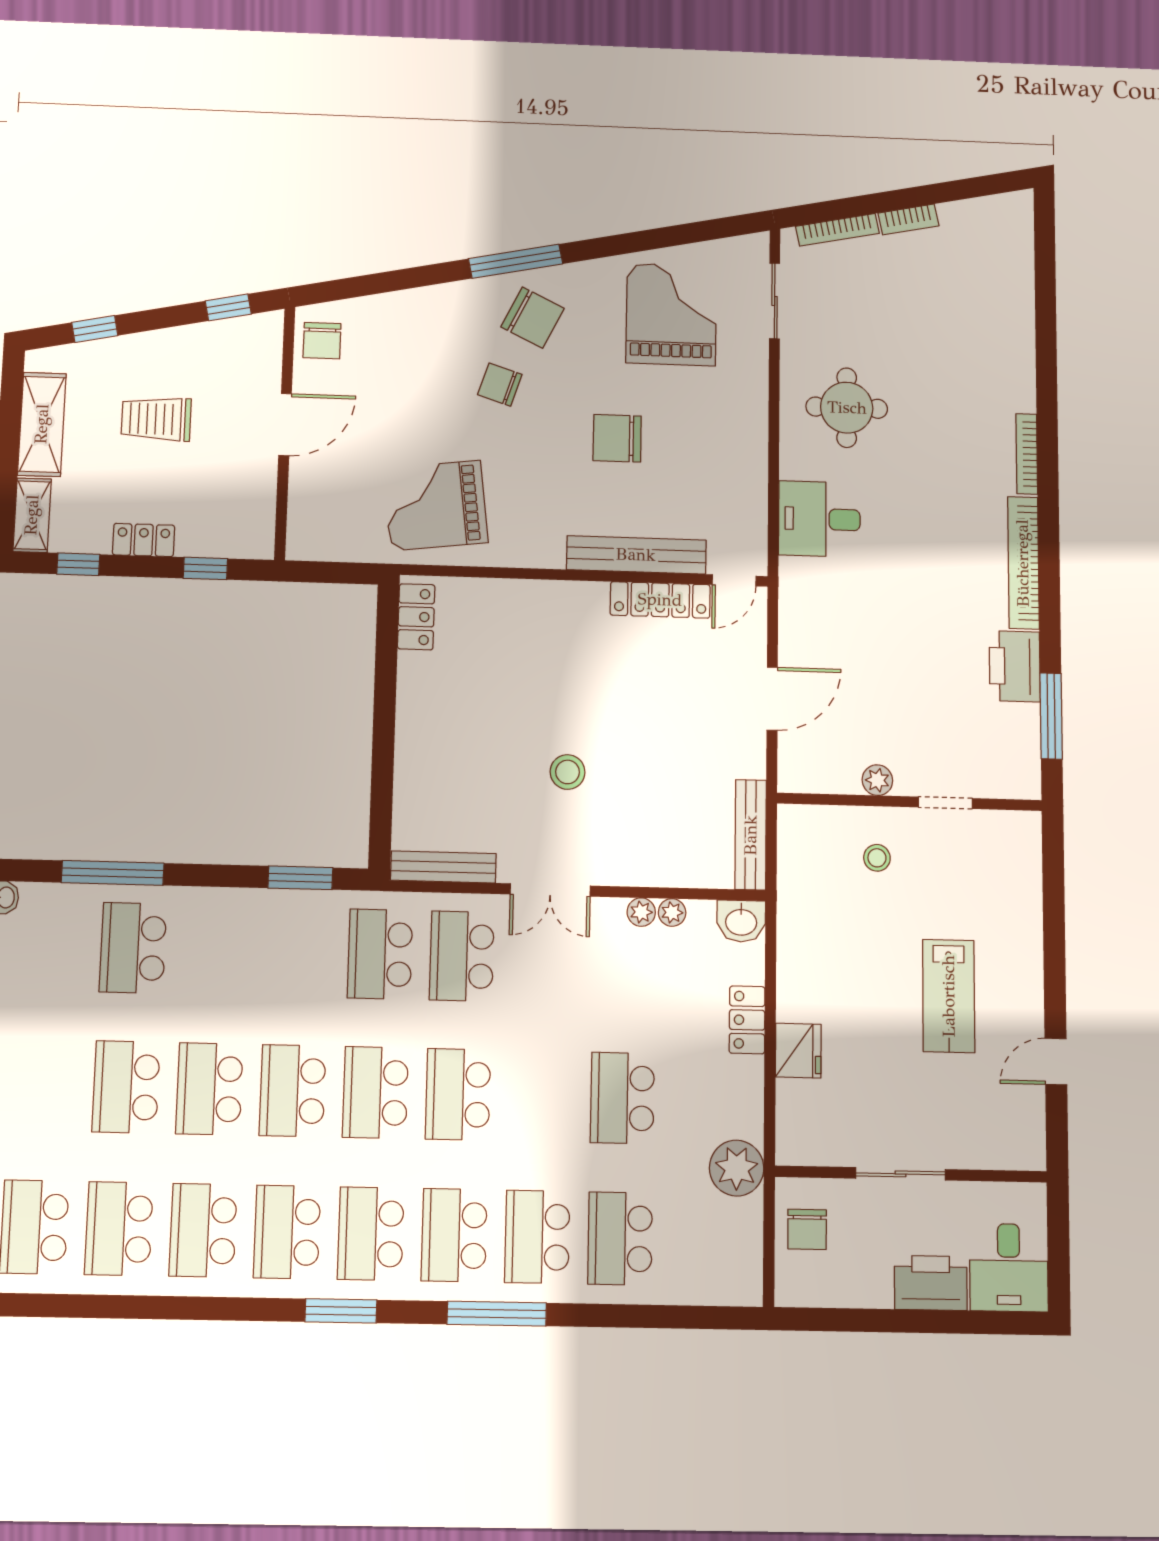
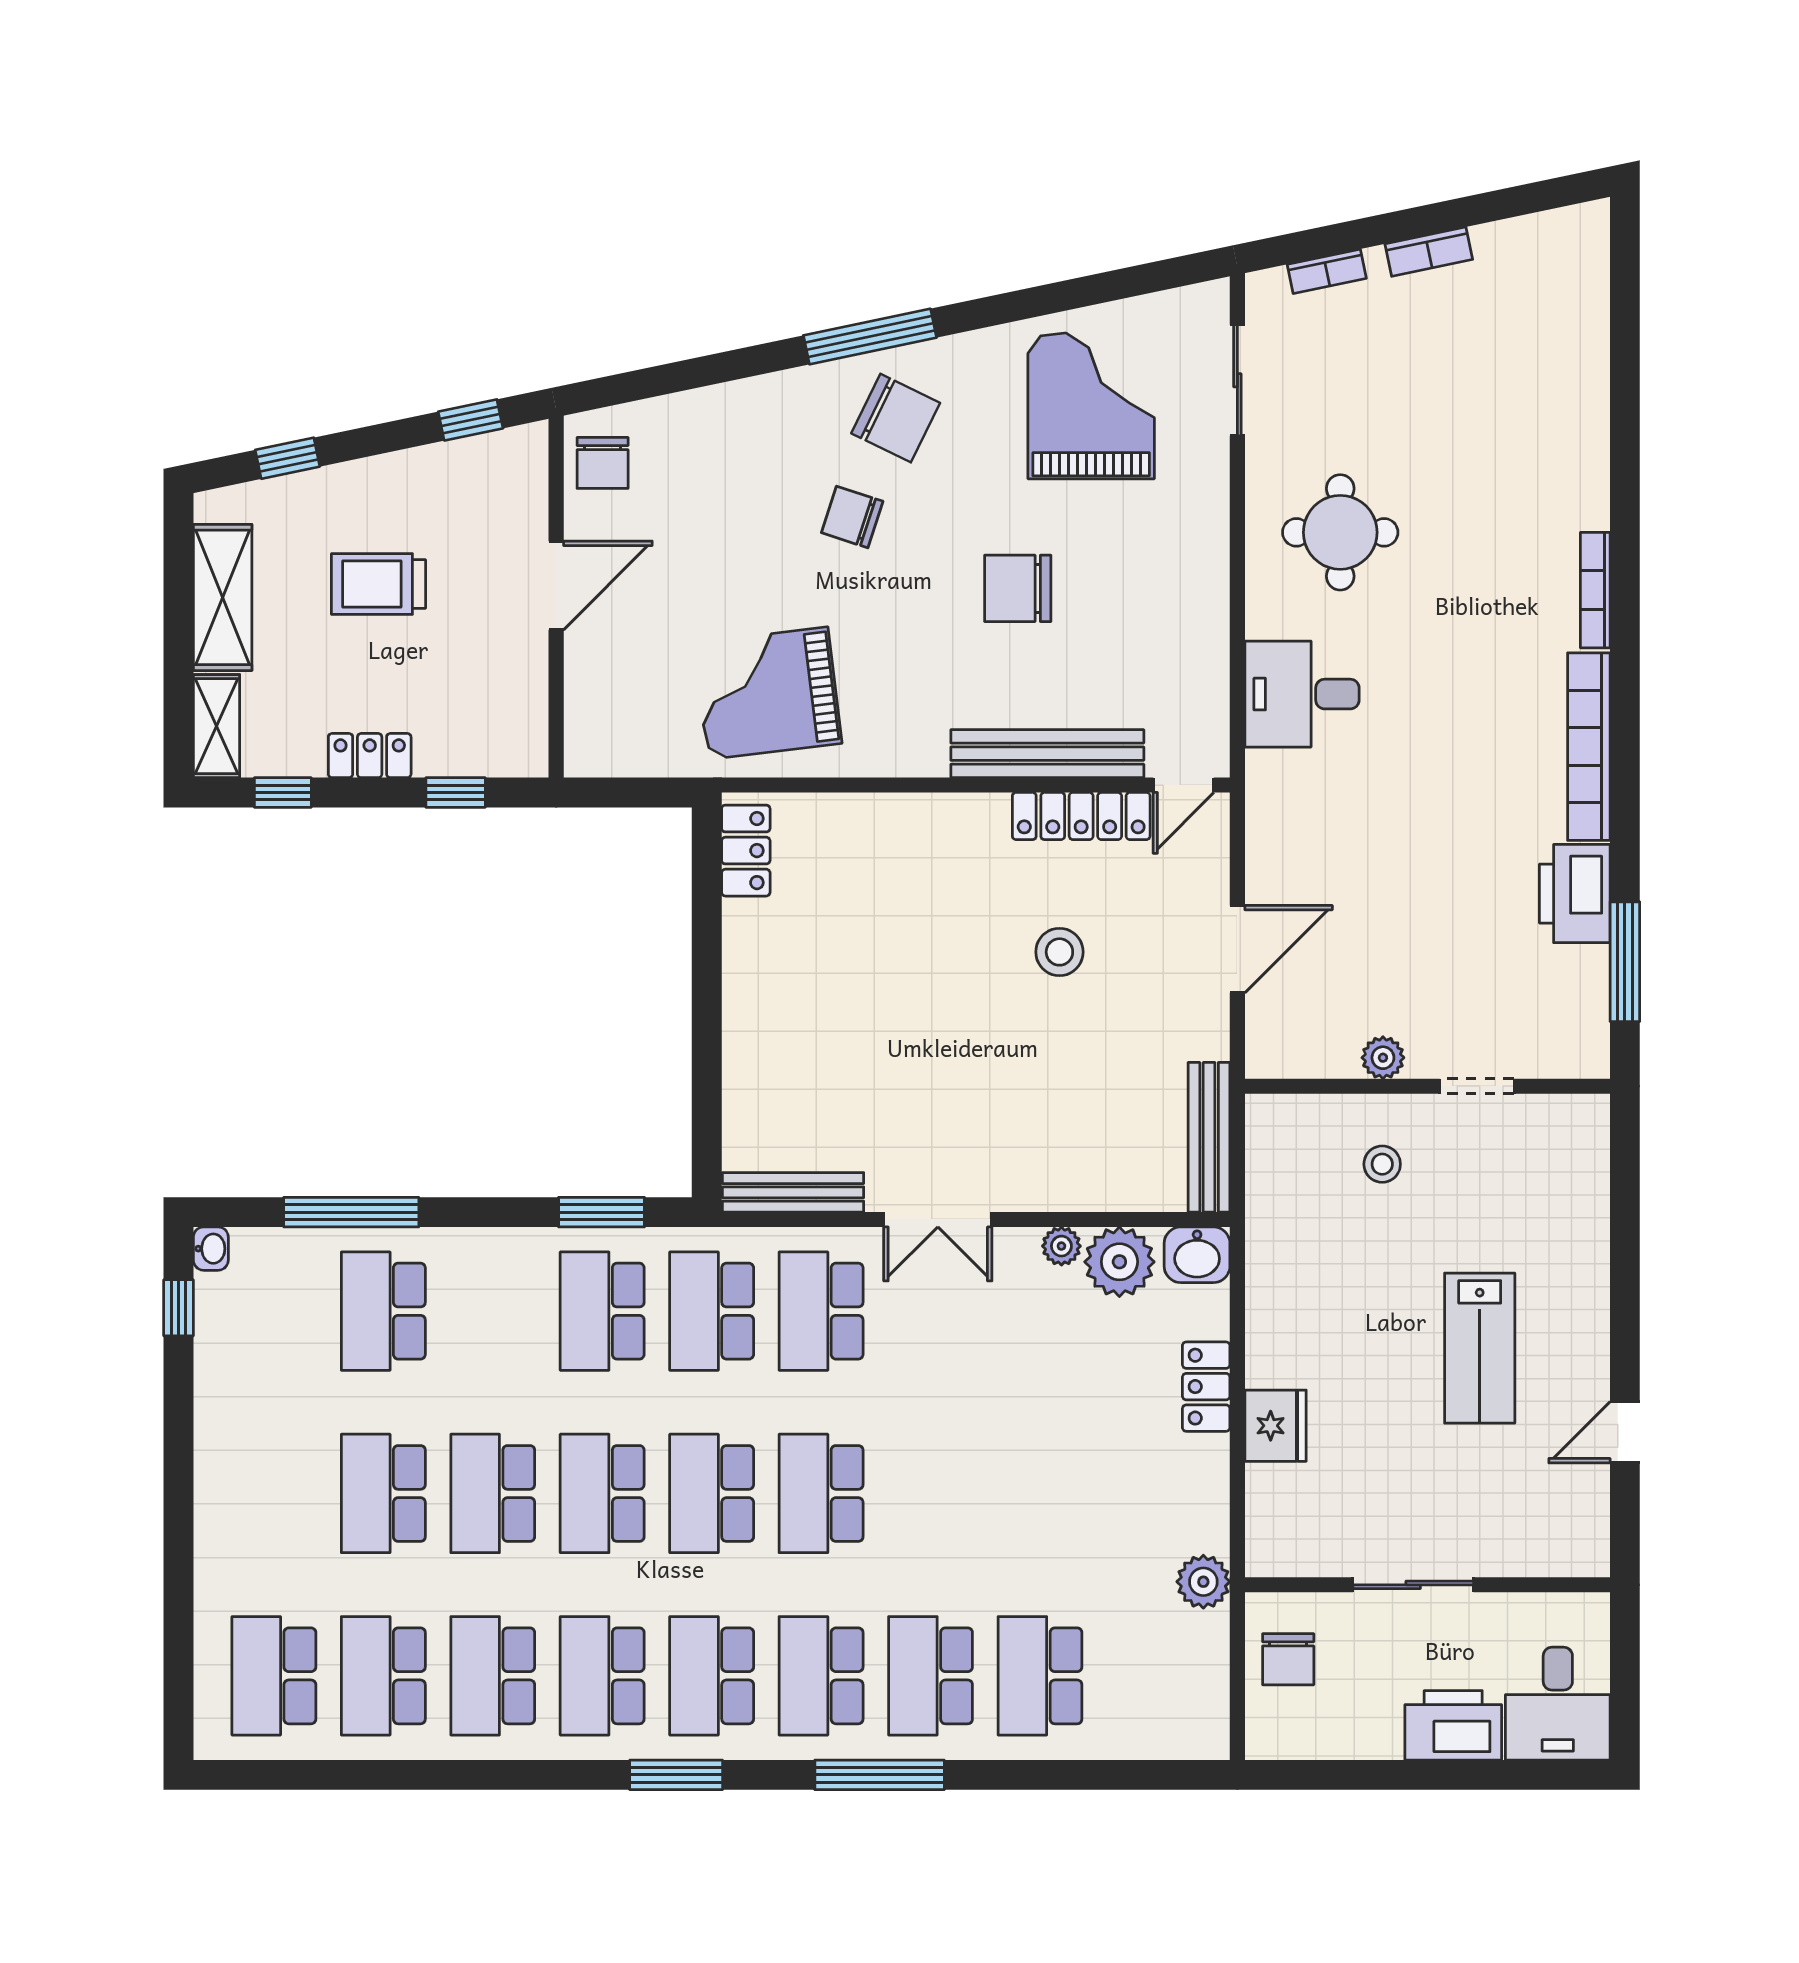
bookcase: (837, 230) -> (1327, 271), width x0.64
stool: (568, 772) -> (1059, 952), moved
plant: (672, 912) -> (1119, 1262), width x1.88, depth x1.88
school desk: (622, 1098) -> (602, 1311), moved
plant: (737, 1168) -> (1203, 1582), width x0.73, depth x0.73

